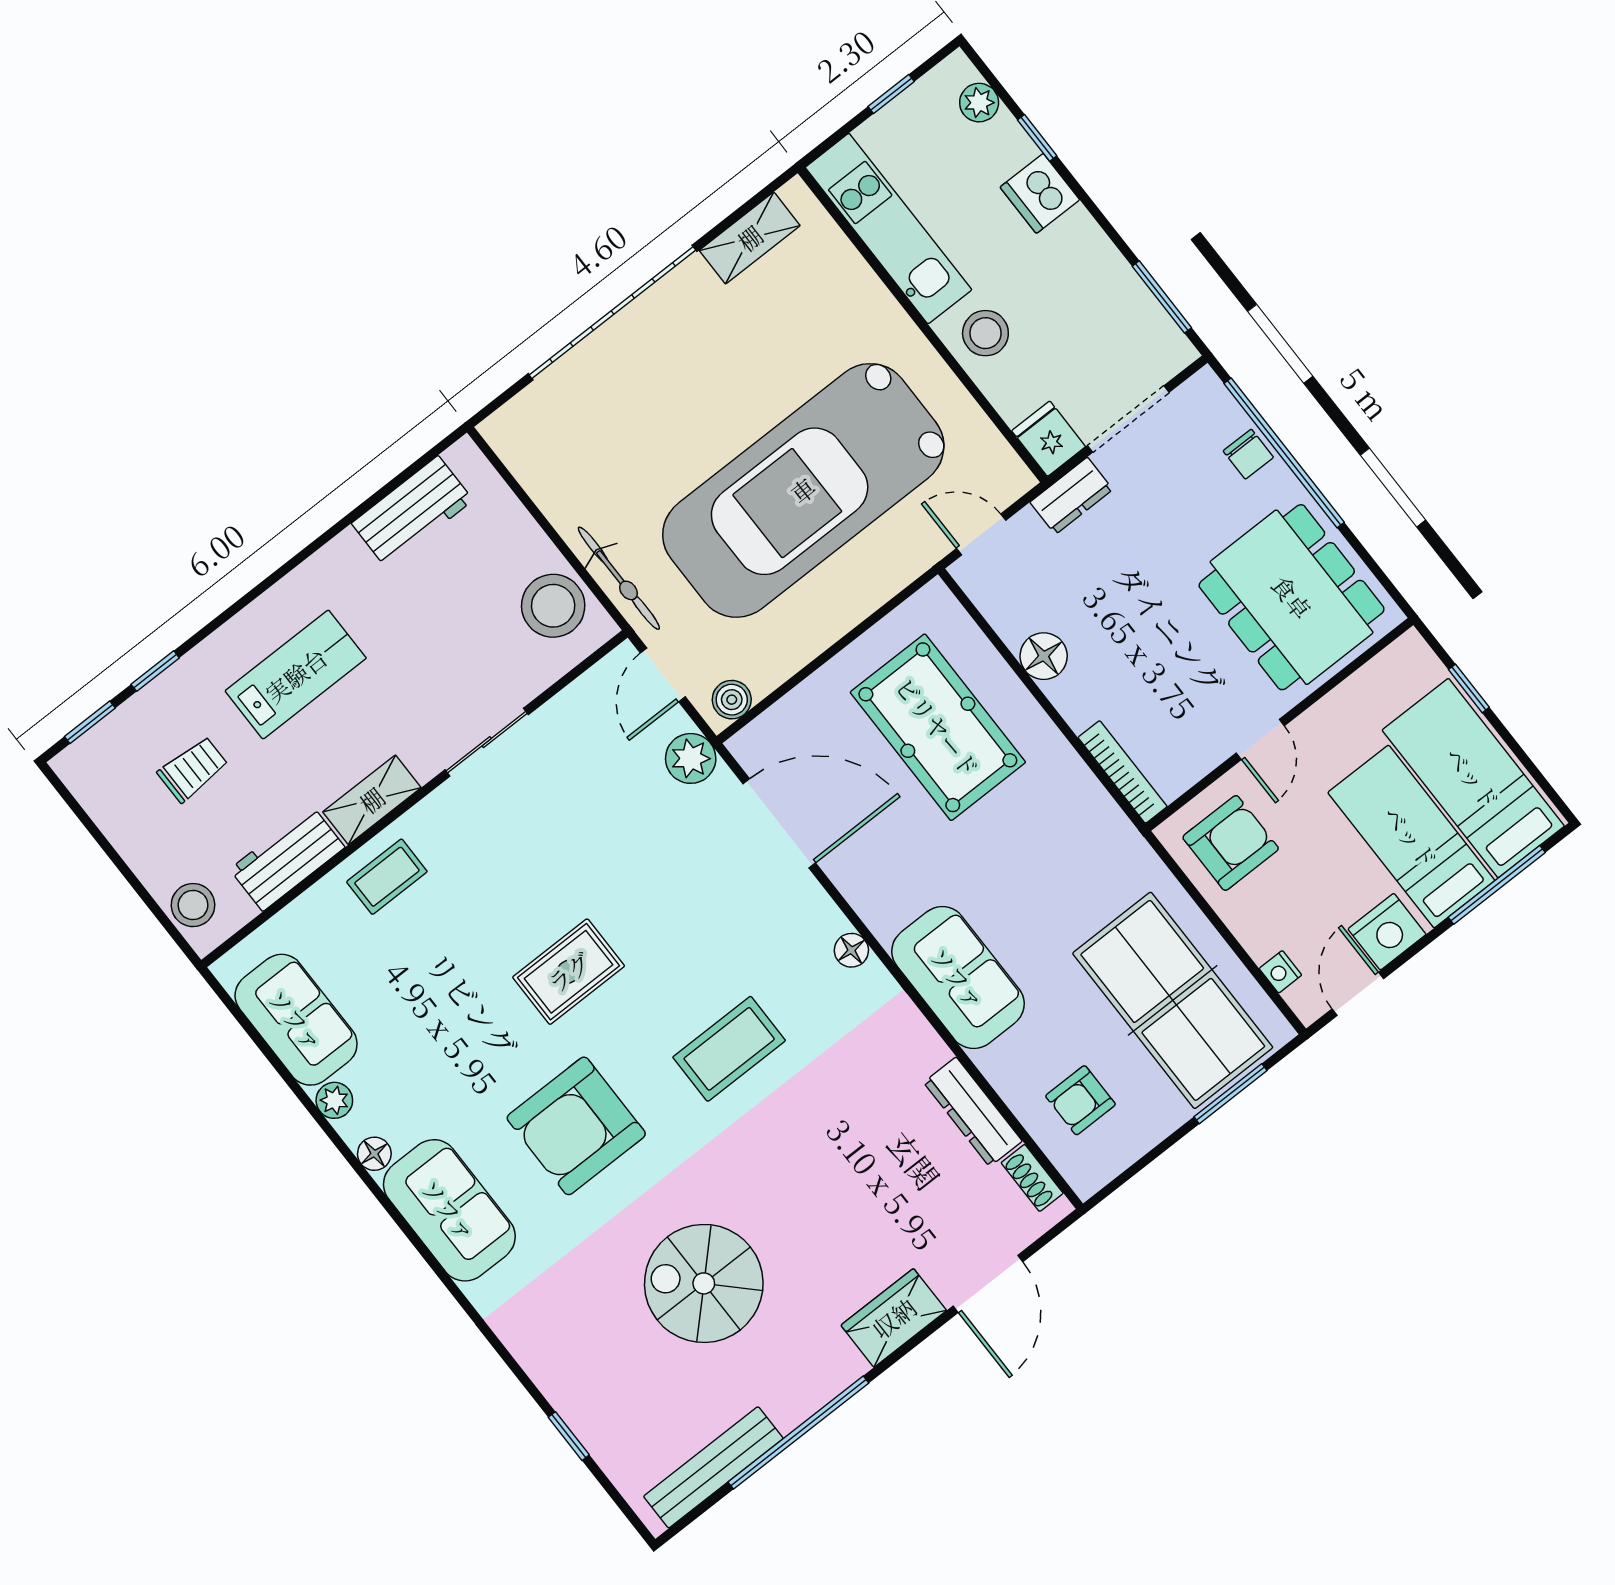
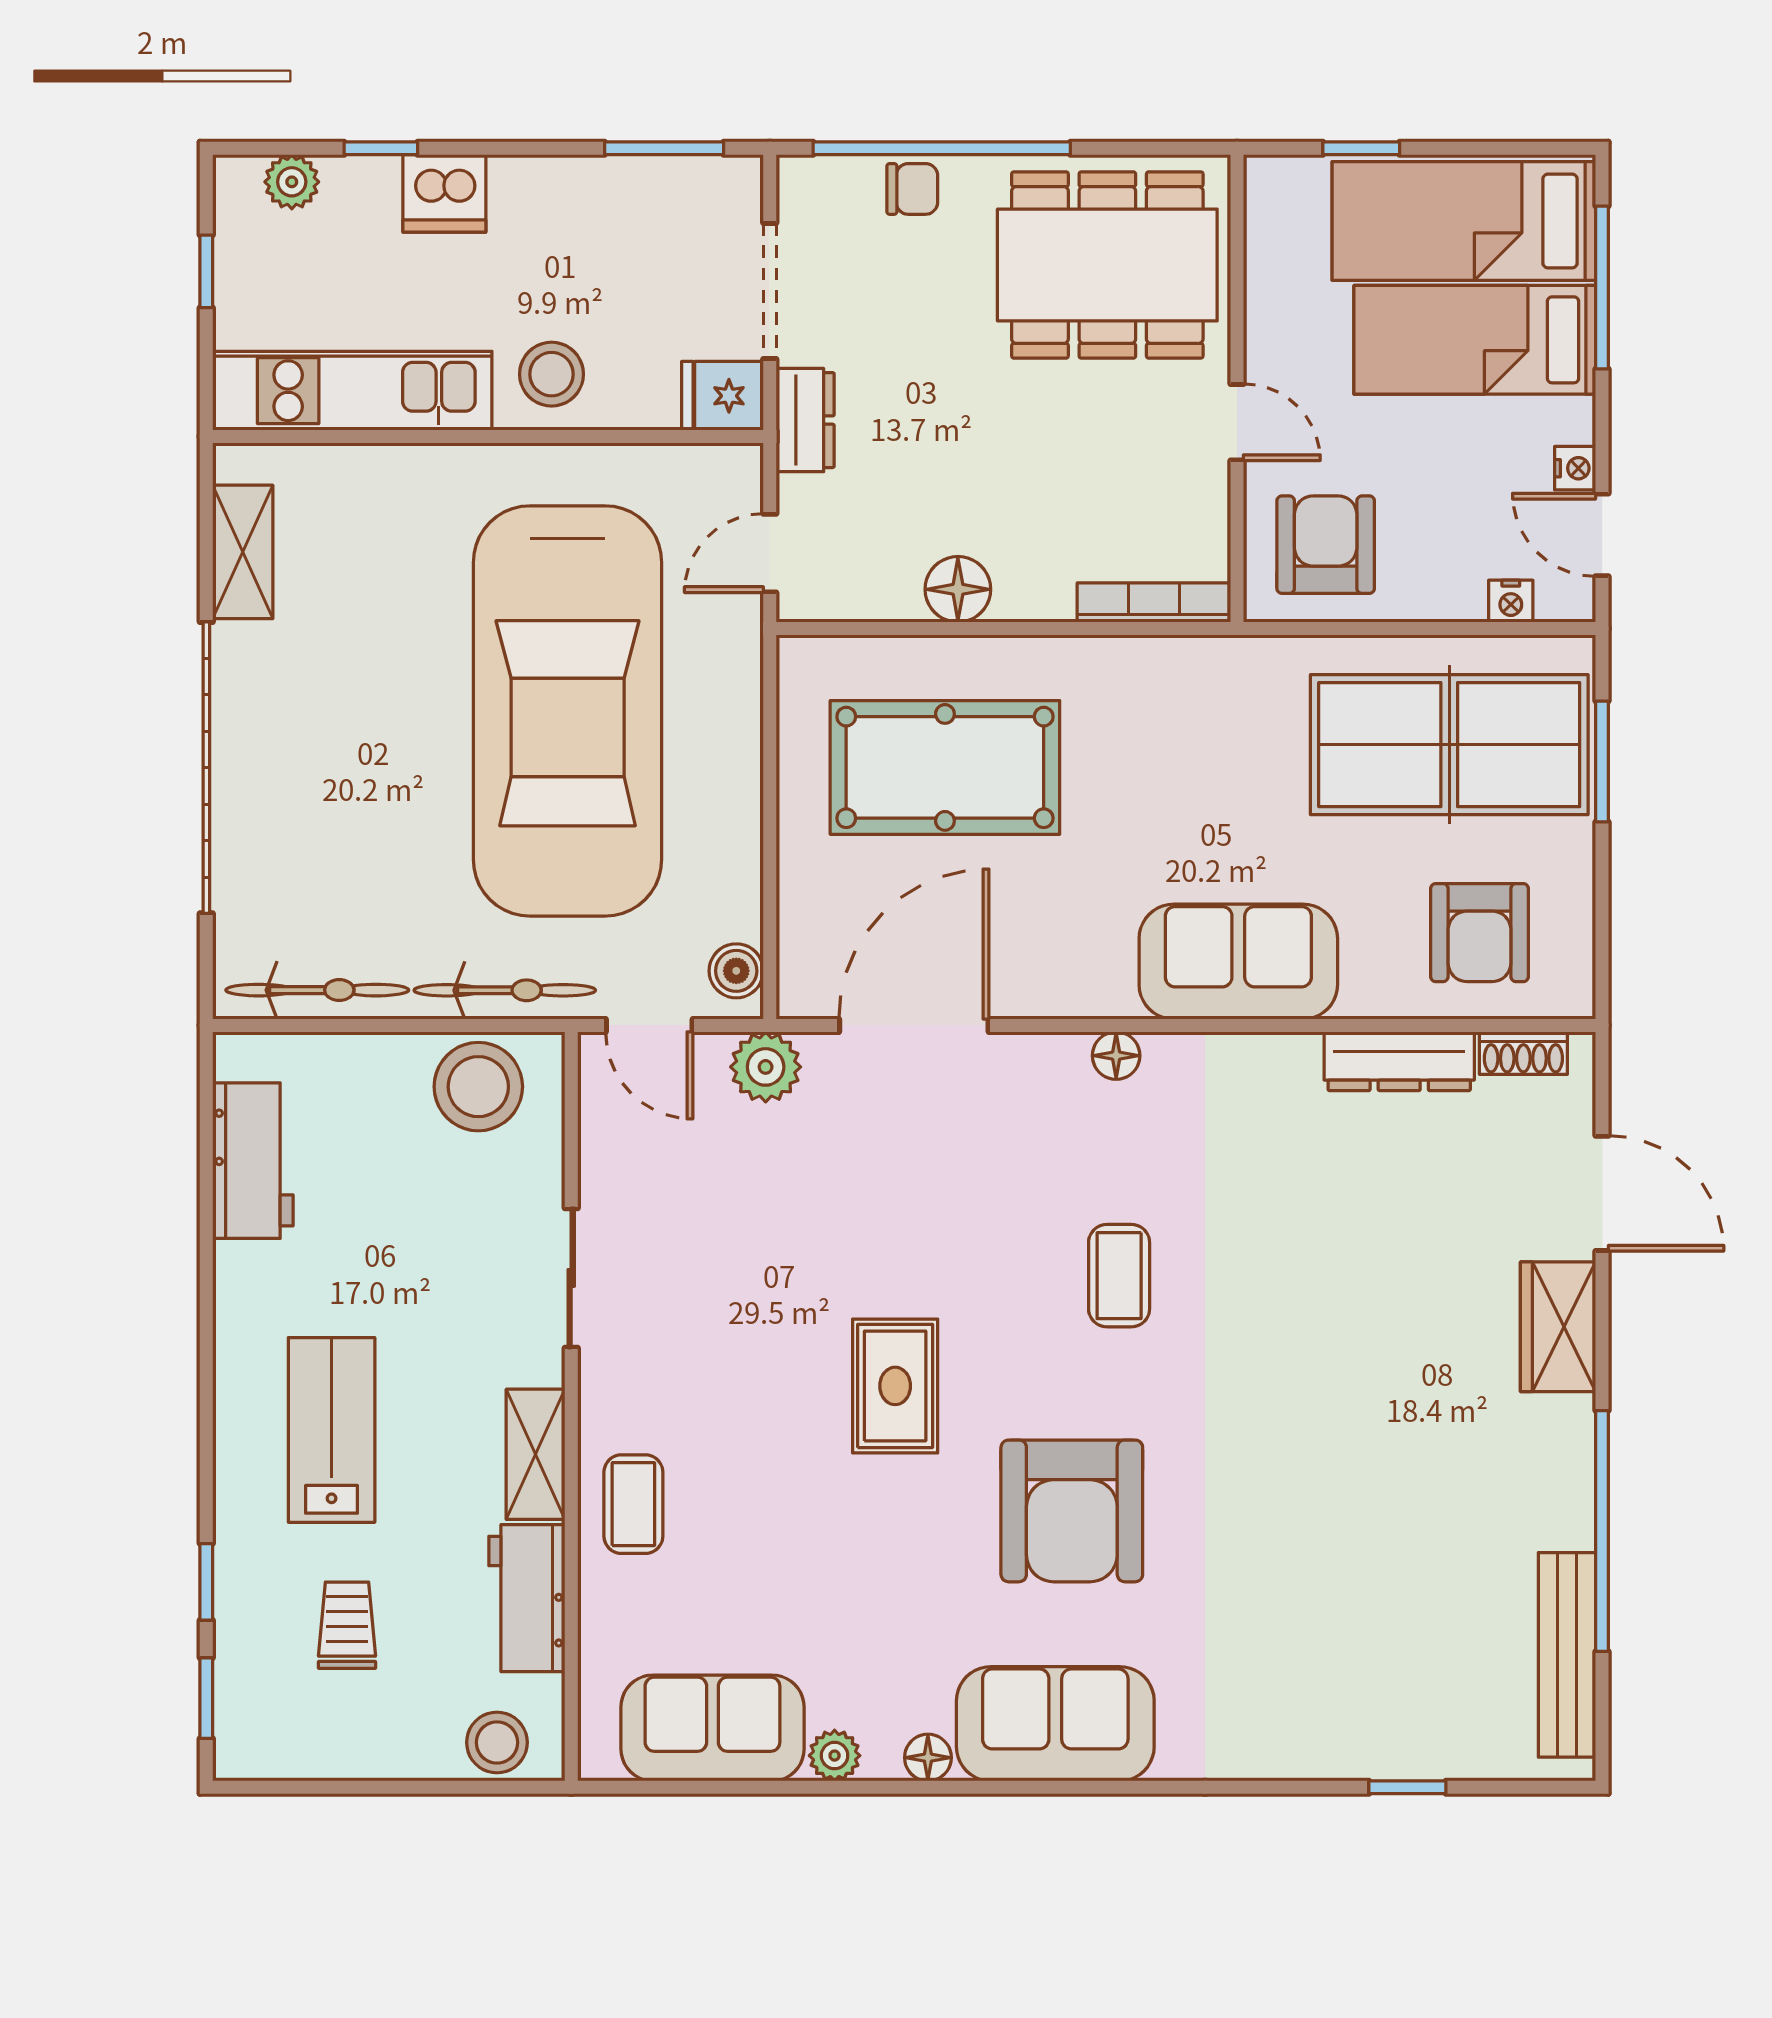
bicycle: (536, 473) -> (317, 990), added
nightstand: (1387, 932) -> (1575, 468), width x0.53, depth x0.56
coffee table: (729, 1049) -> (1119, 1276), width x0.73, depth x0.77
armchair: (1080, 1100) -> (1480, 933), width x1.38, depth x1.38
spiral stairs: (704, 1283) -> (1356, 1506), removed

